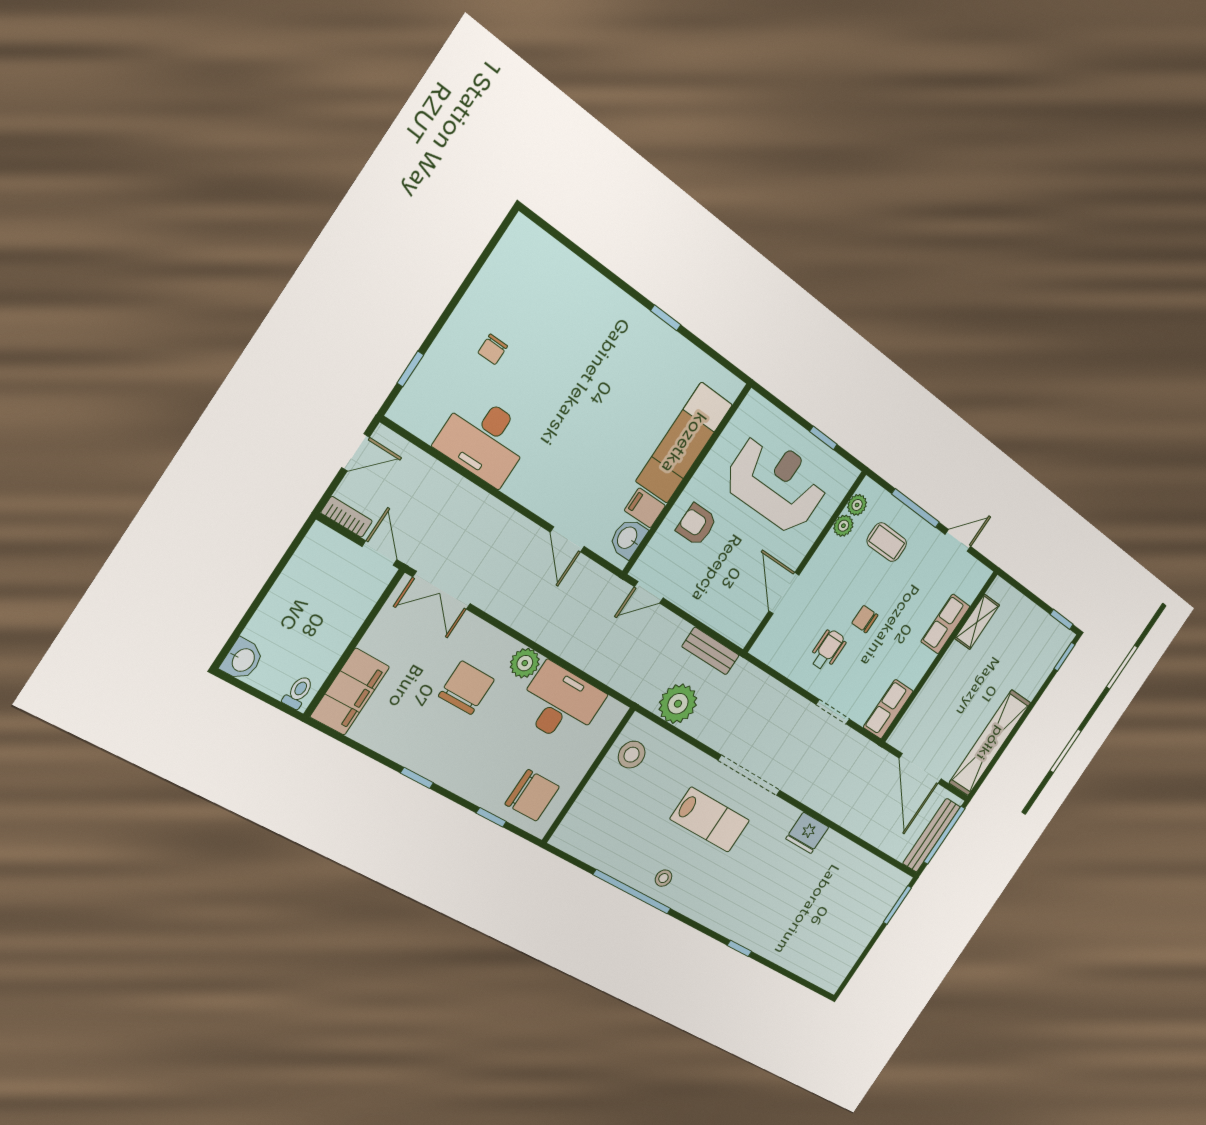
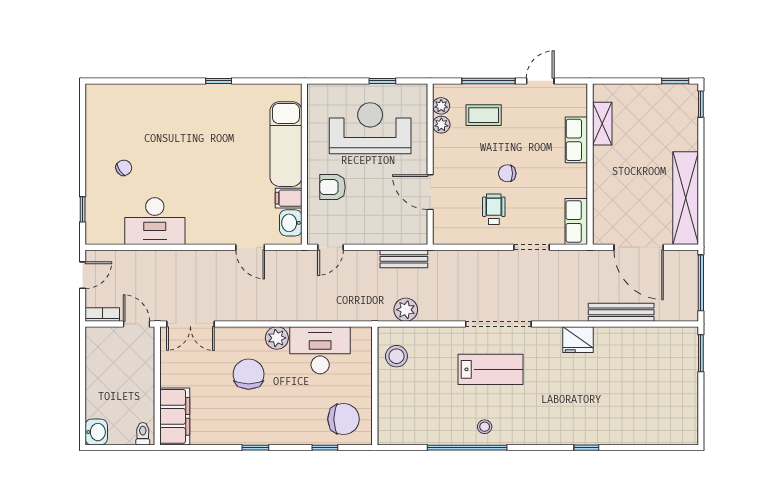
chair: (493, 349) -> (124, 168), turned -125
plant: (678, 704) -> (406, 310), width x0.73, depth x0.73
bench: (931, 835) -> (621, 312), moved, turned 90

